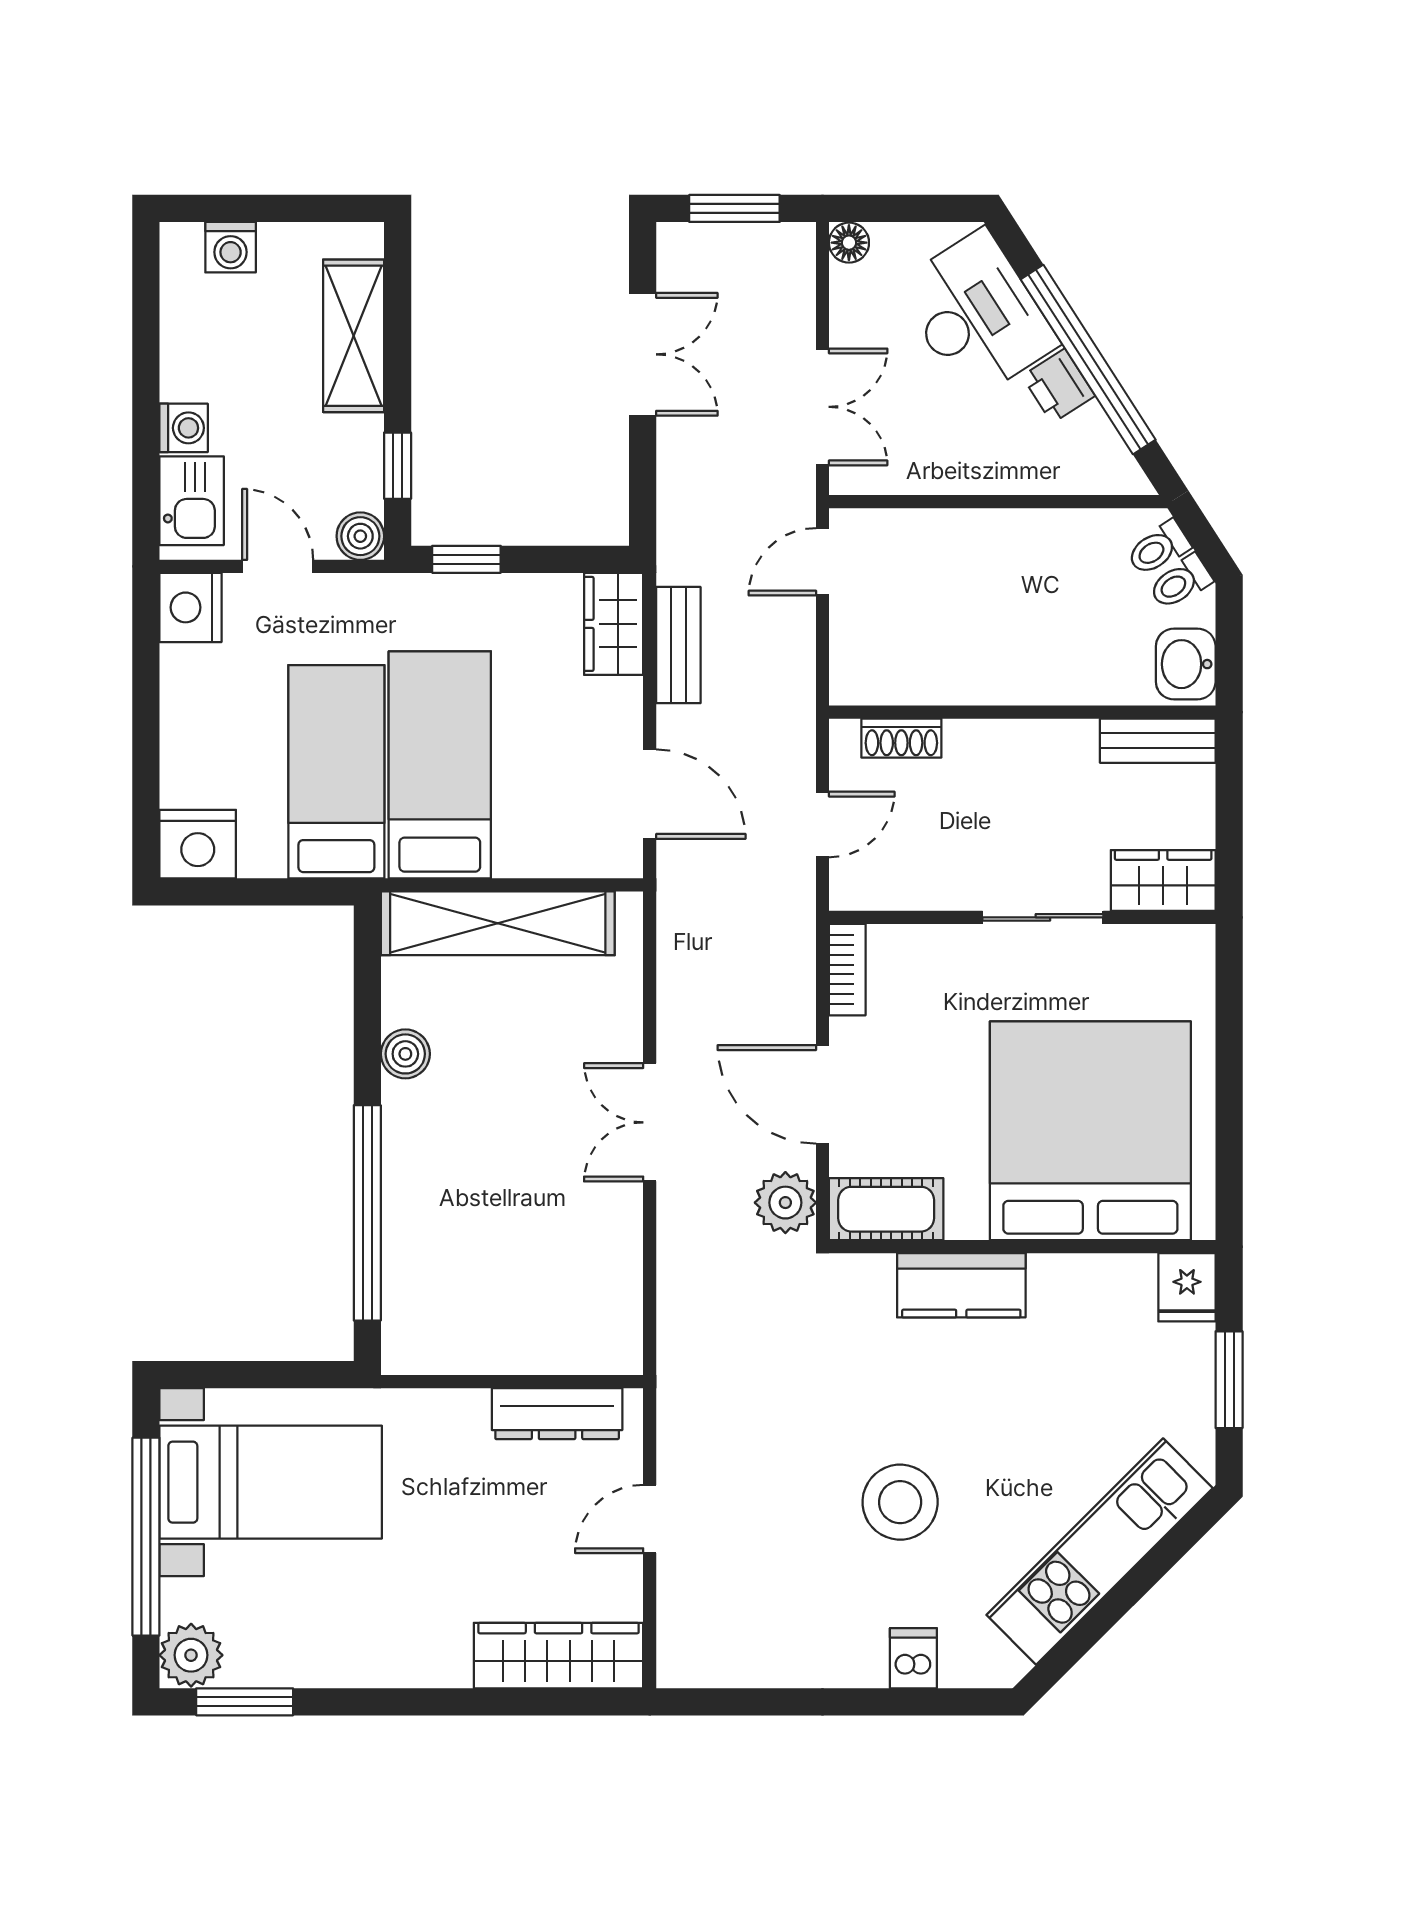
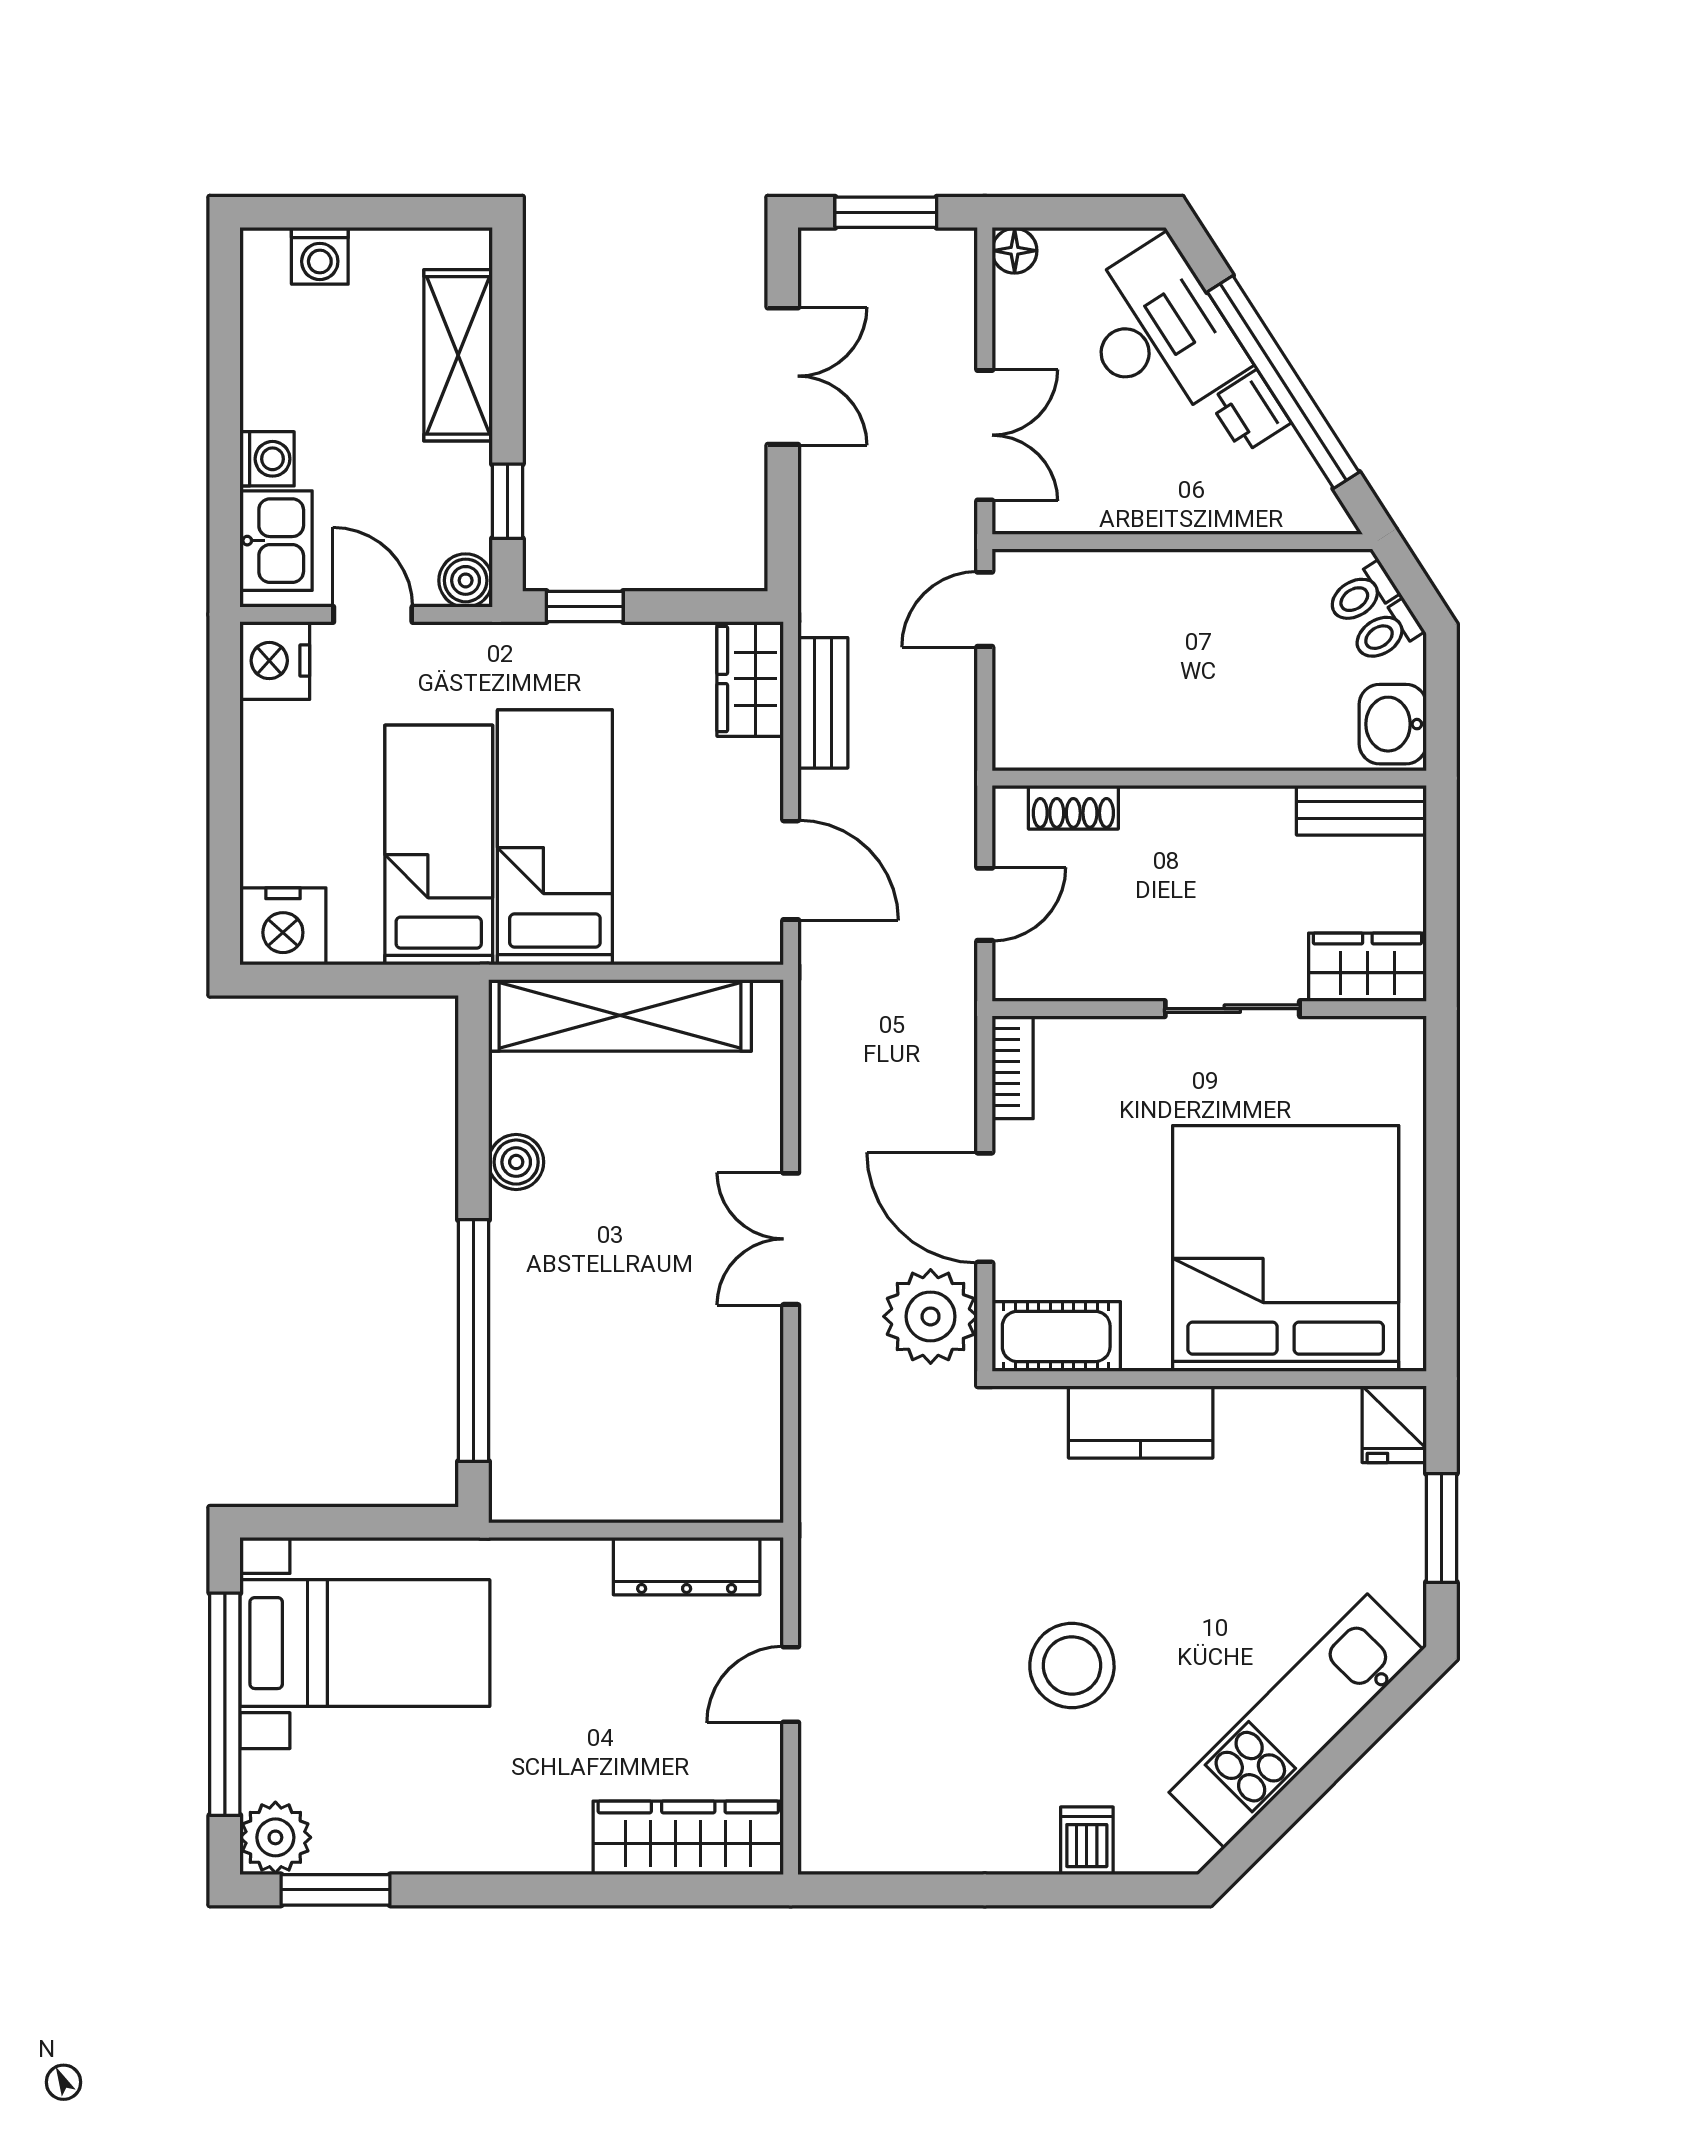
plant: (785, 1203) -> (931, 1316), width x1.36, depth x1.36

